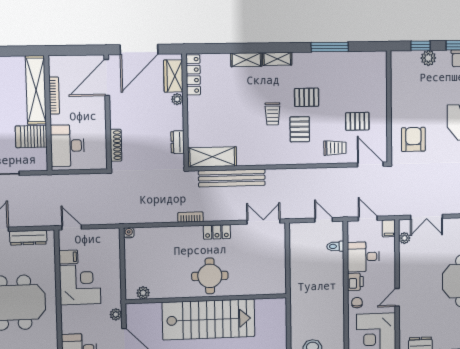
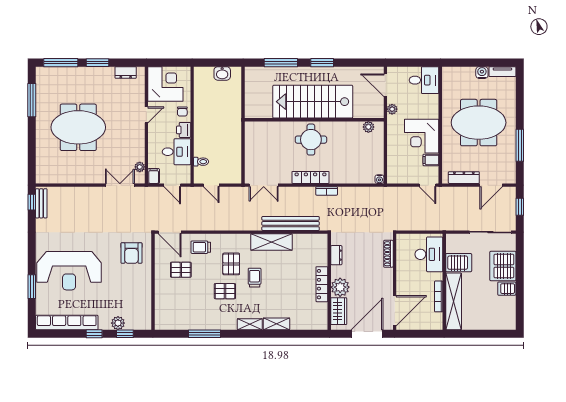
locker: (193, 75) -> (322, 284), moved
plant: (177, 99) -> (340, 287), width x1.87, depth x1.87
shelving: (212, 157) -> (271, 242), moved
locker: (217, 232) -> (310, 177), width x1.53

